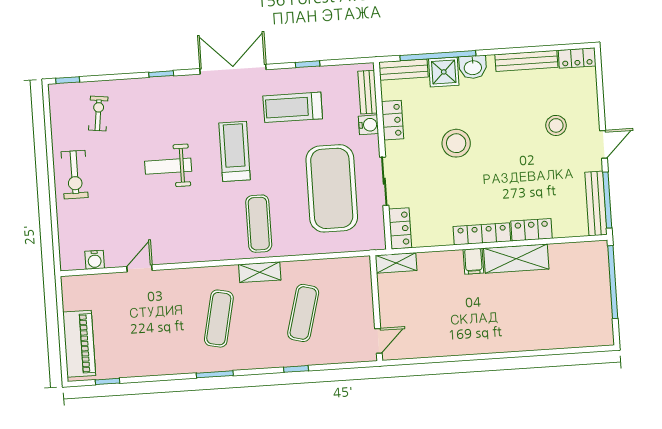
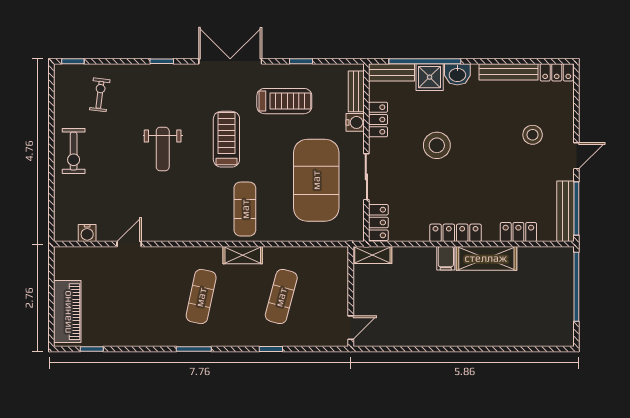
treadmill: (293, 107) -> (284, 101), turned 180
weight bench: (168, 166) -> (163, 149), turned -90
locker: (532, 230) -> (518, 232), moved

